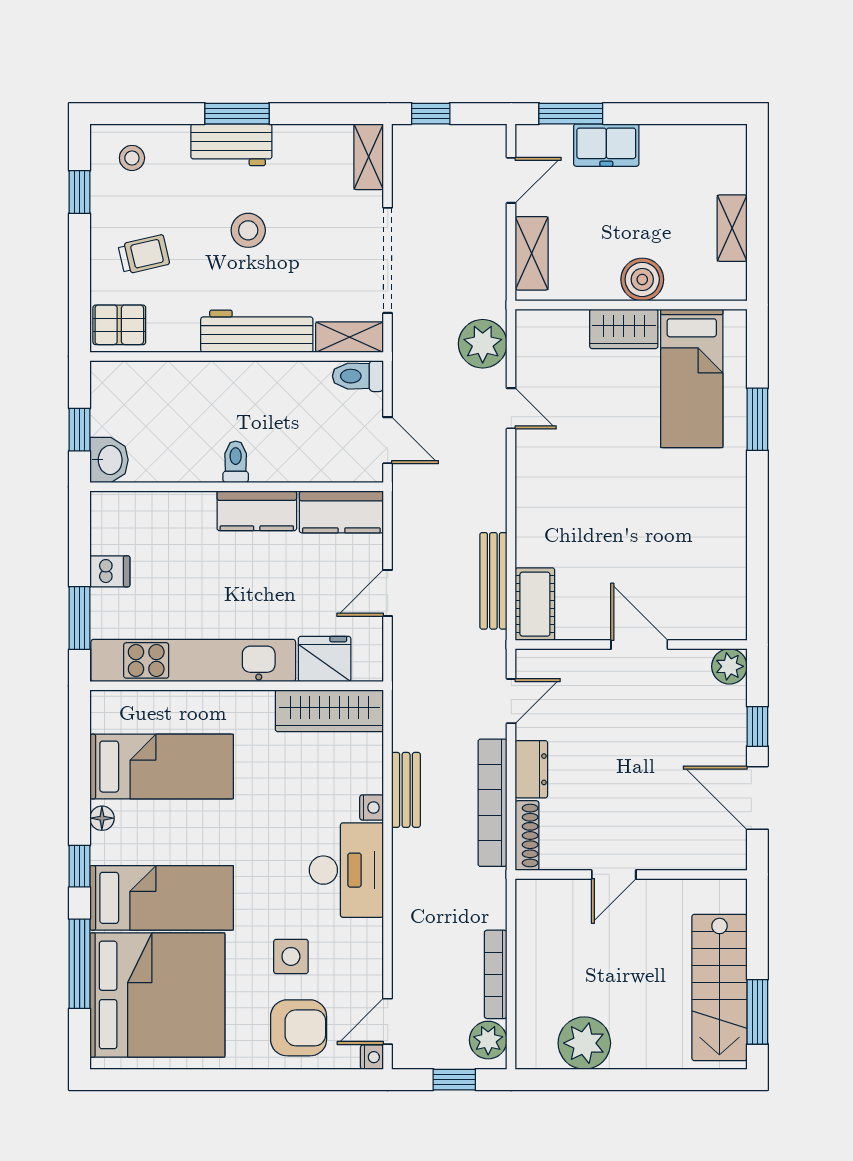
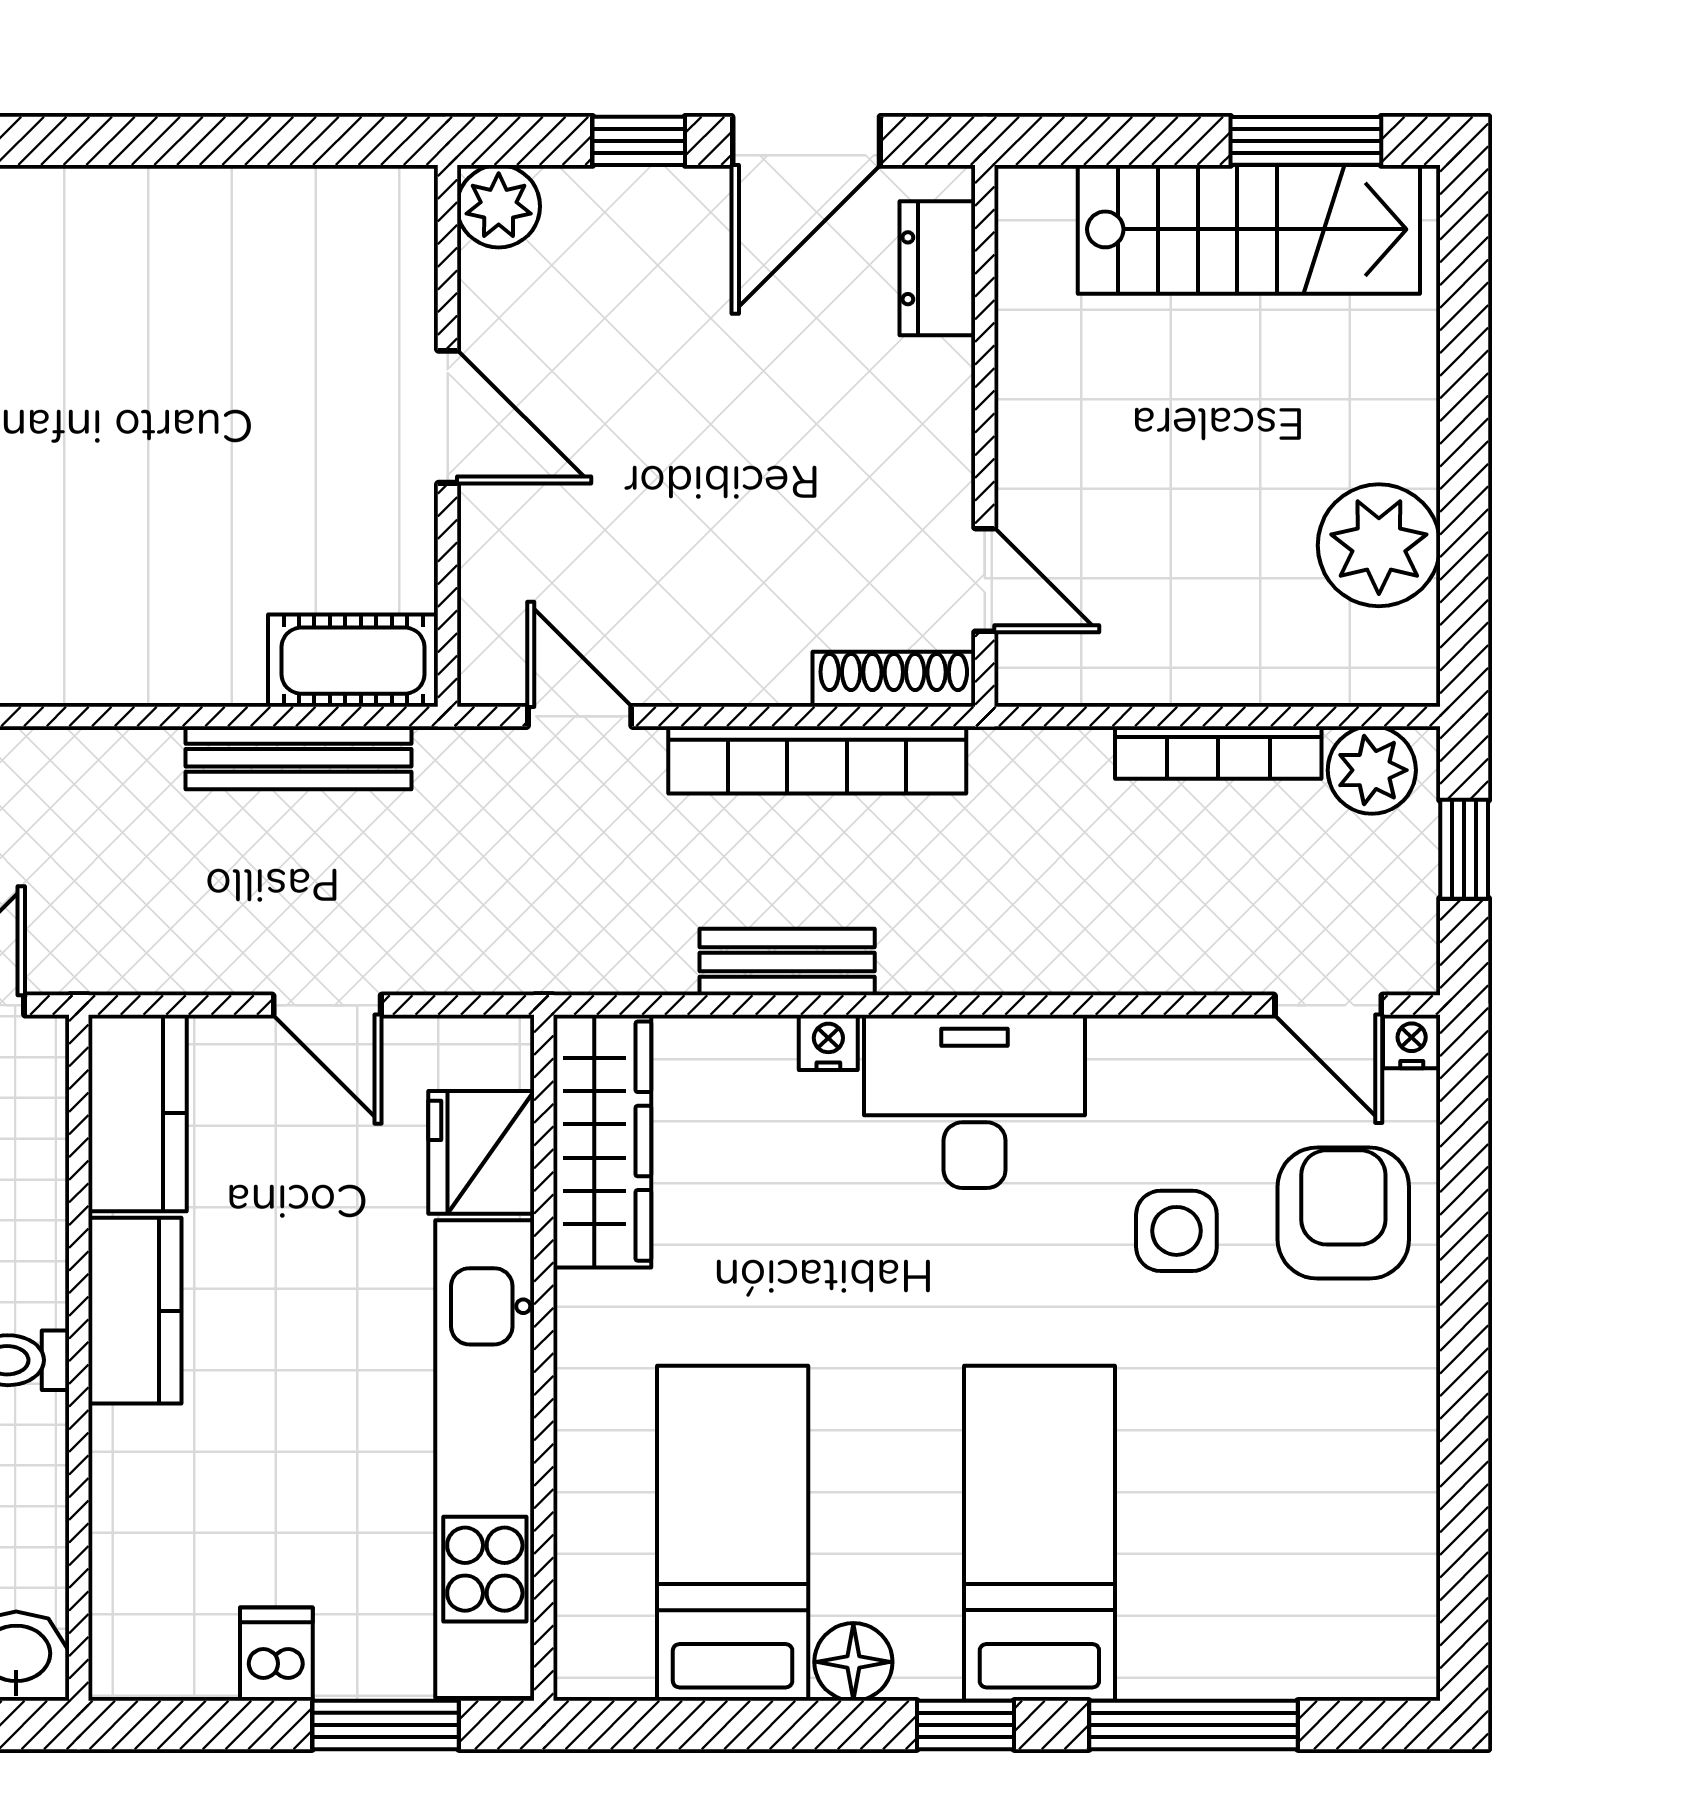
door: (639, 645) -> (448, 417), swing flipped
dresser: (531, 769) -> (937, 268), moved, turned -90
floor lamp: (102, 818) -> (853, 1662), width x1.37, depth x1.37
door: (614, 874) -> (985, 580), moved
bed: (157, 995) -> (1266, 1543), removed

